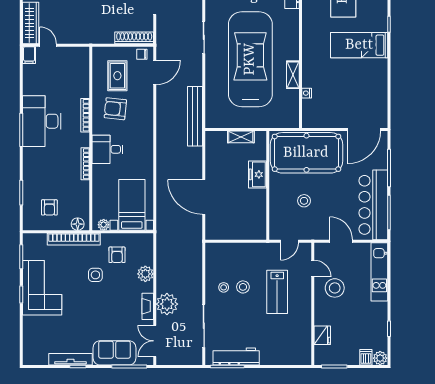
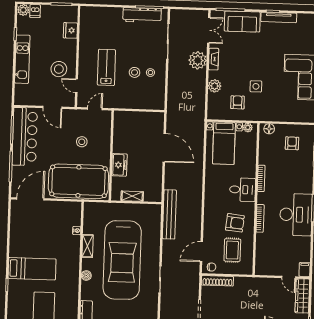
boiler: (293, 39) -> (86, 276), added
bookcase: (74, 239) -> (273, 116), removed
kitchen unit: (379, 272) -> (22, 59), moved

